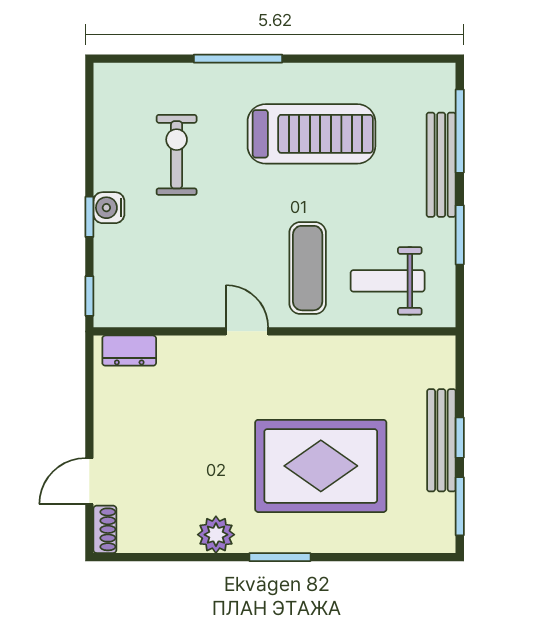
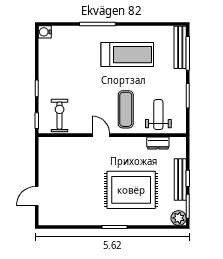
exercise bike: (177, 155) -> (60, 116), moved
bench: (441, 165) -> (180, 47), moved
water cooler: (109, 208) -> (45, 32), moved
weight bench: (388, 281) -> (158, 115), turned 90
dresser: (129, 351) -> (158, 143), moved
shoe rack: (105, 529) -> (43, 216), removed
plant: (216, 535) -> (179, 218), moved

